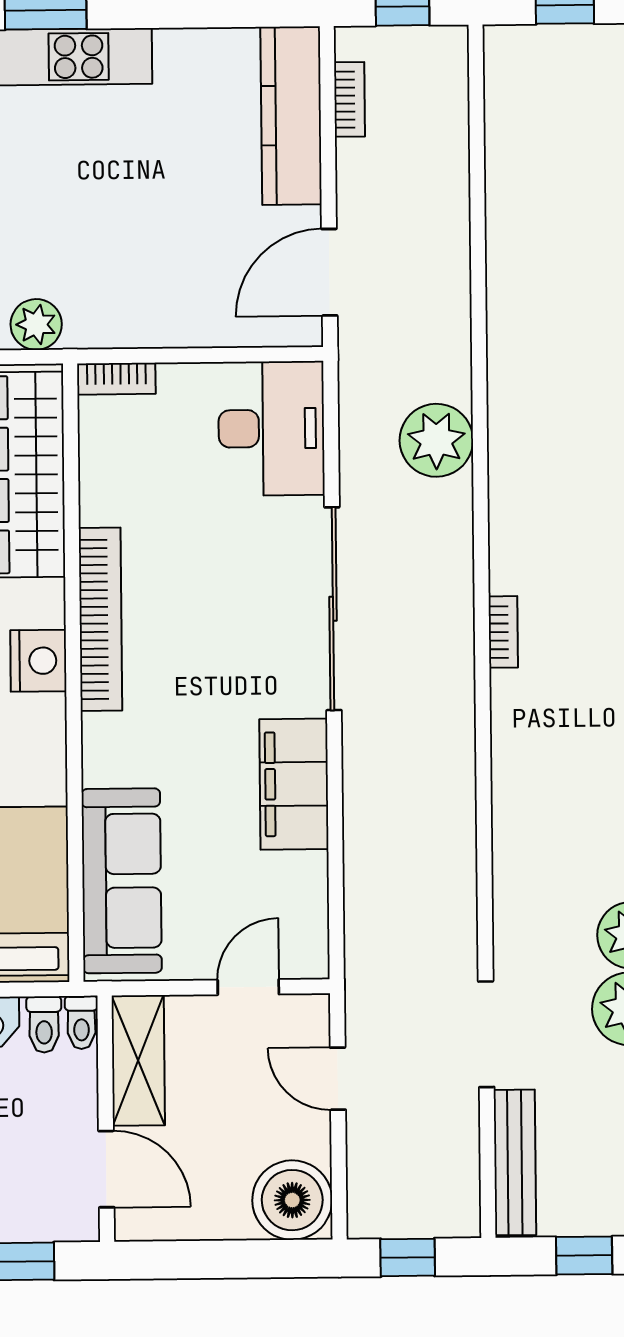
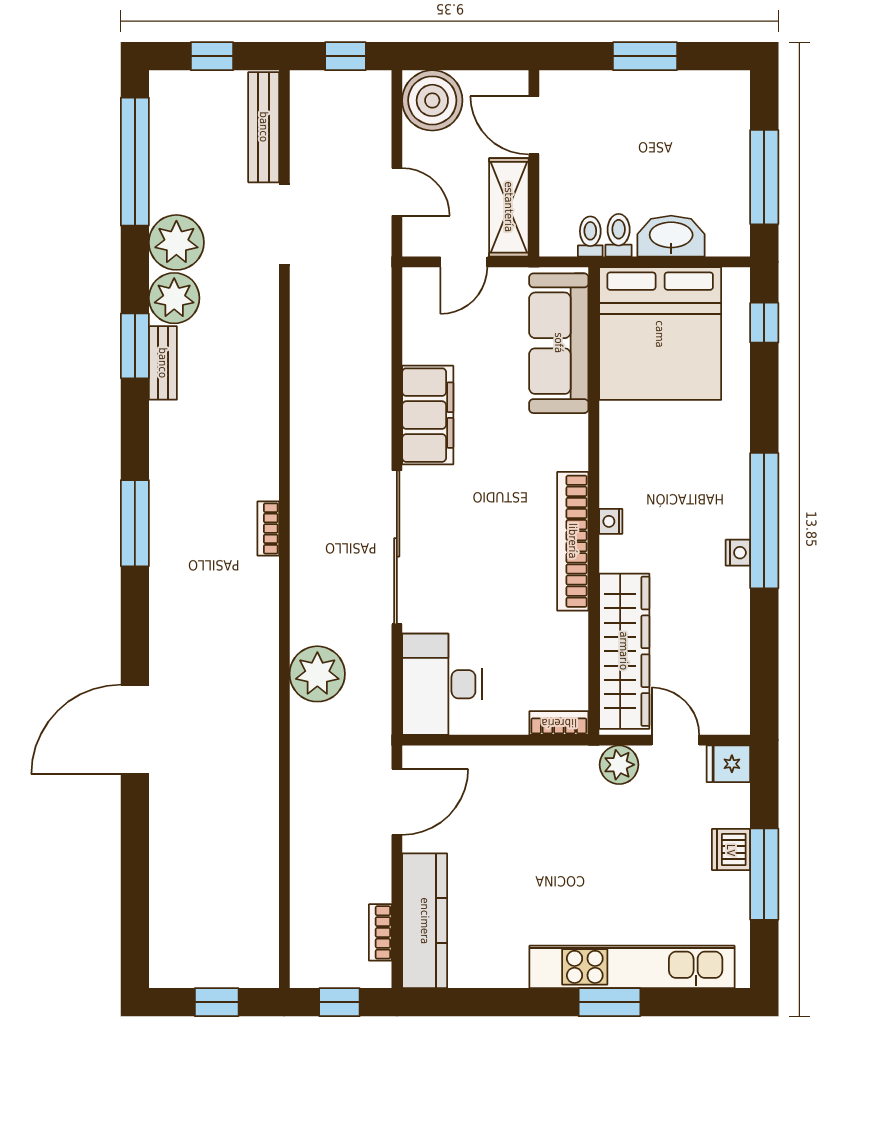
nightstand: (38, 661) -> (611, 521), width x0.53, depth x0.56
shelving: (138, 1060) -> (509, 207), moved
wall: (106, 1119) -> (534, 163), moved
door: (106, 1169) -> (534, 125), moved

